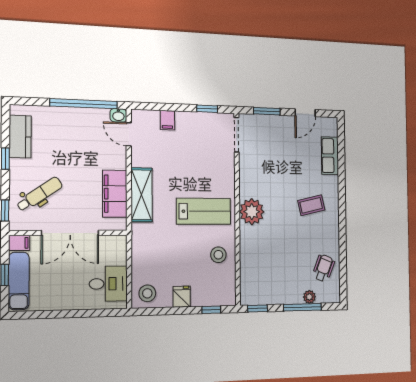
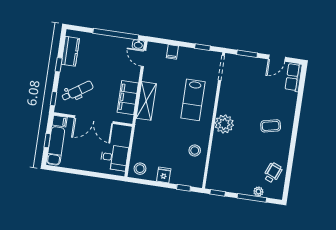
row of seats: (330, 156) -> (294, 77), moved
lab bench: (204, 211) -> (193, 100), moved, turned 90

